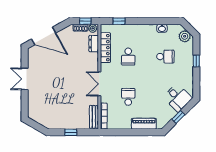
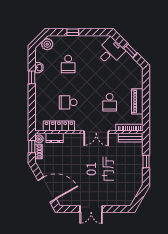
window: (119, 21) -> (32, 77), moved
door: (44, 36) -> (47, 190), hinge flipped
school desk: (128, 57) -> (68, 102), turned 180
school desk: (165, 57) -> (68, 64), turned 180
school desk: (128, 97) -> (110, 102), turned -90
piano: (144, 124) -> (137, 101), moved

